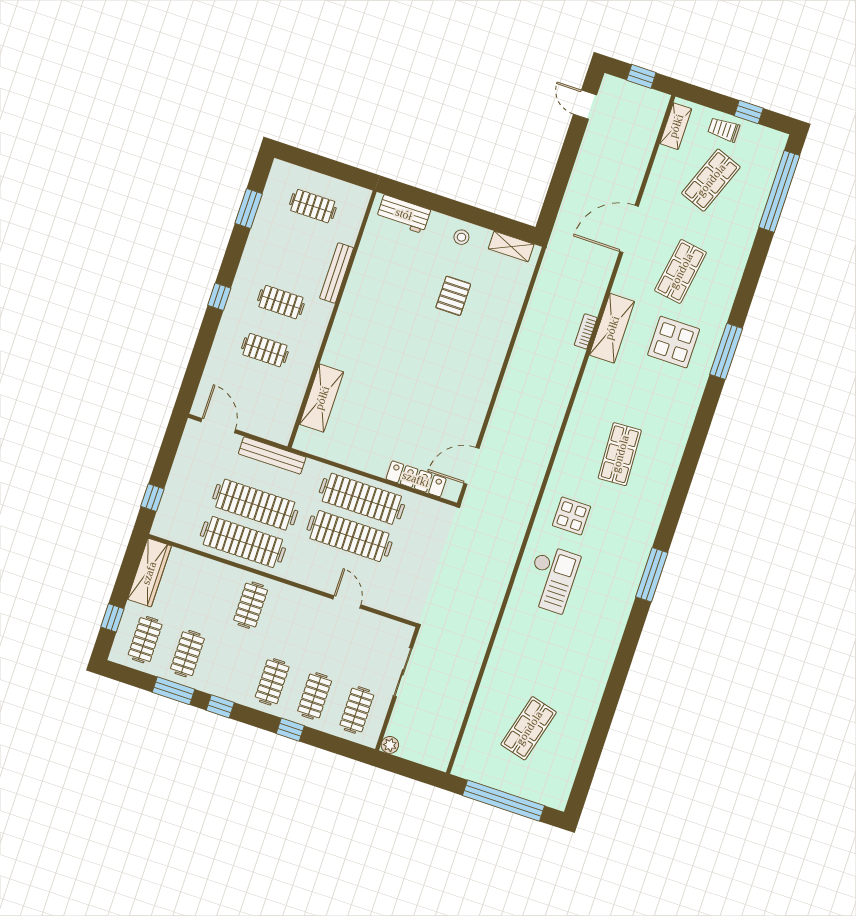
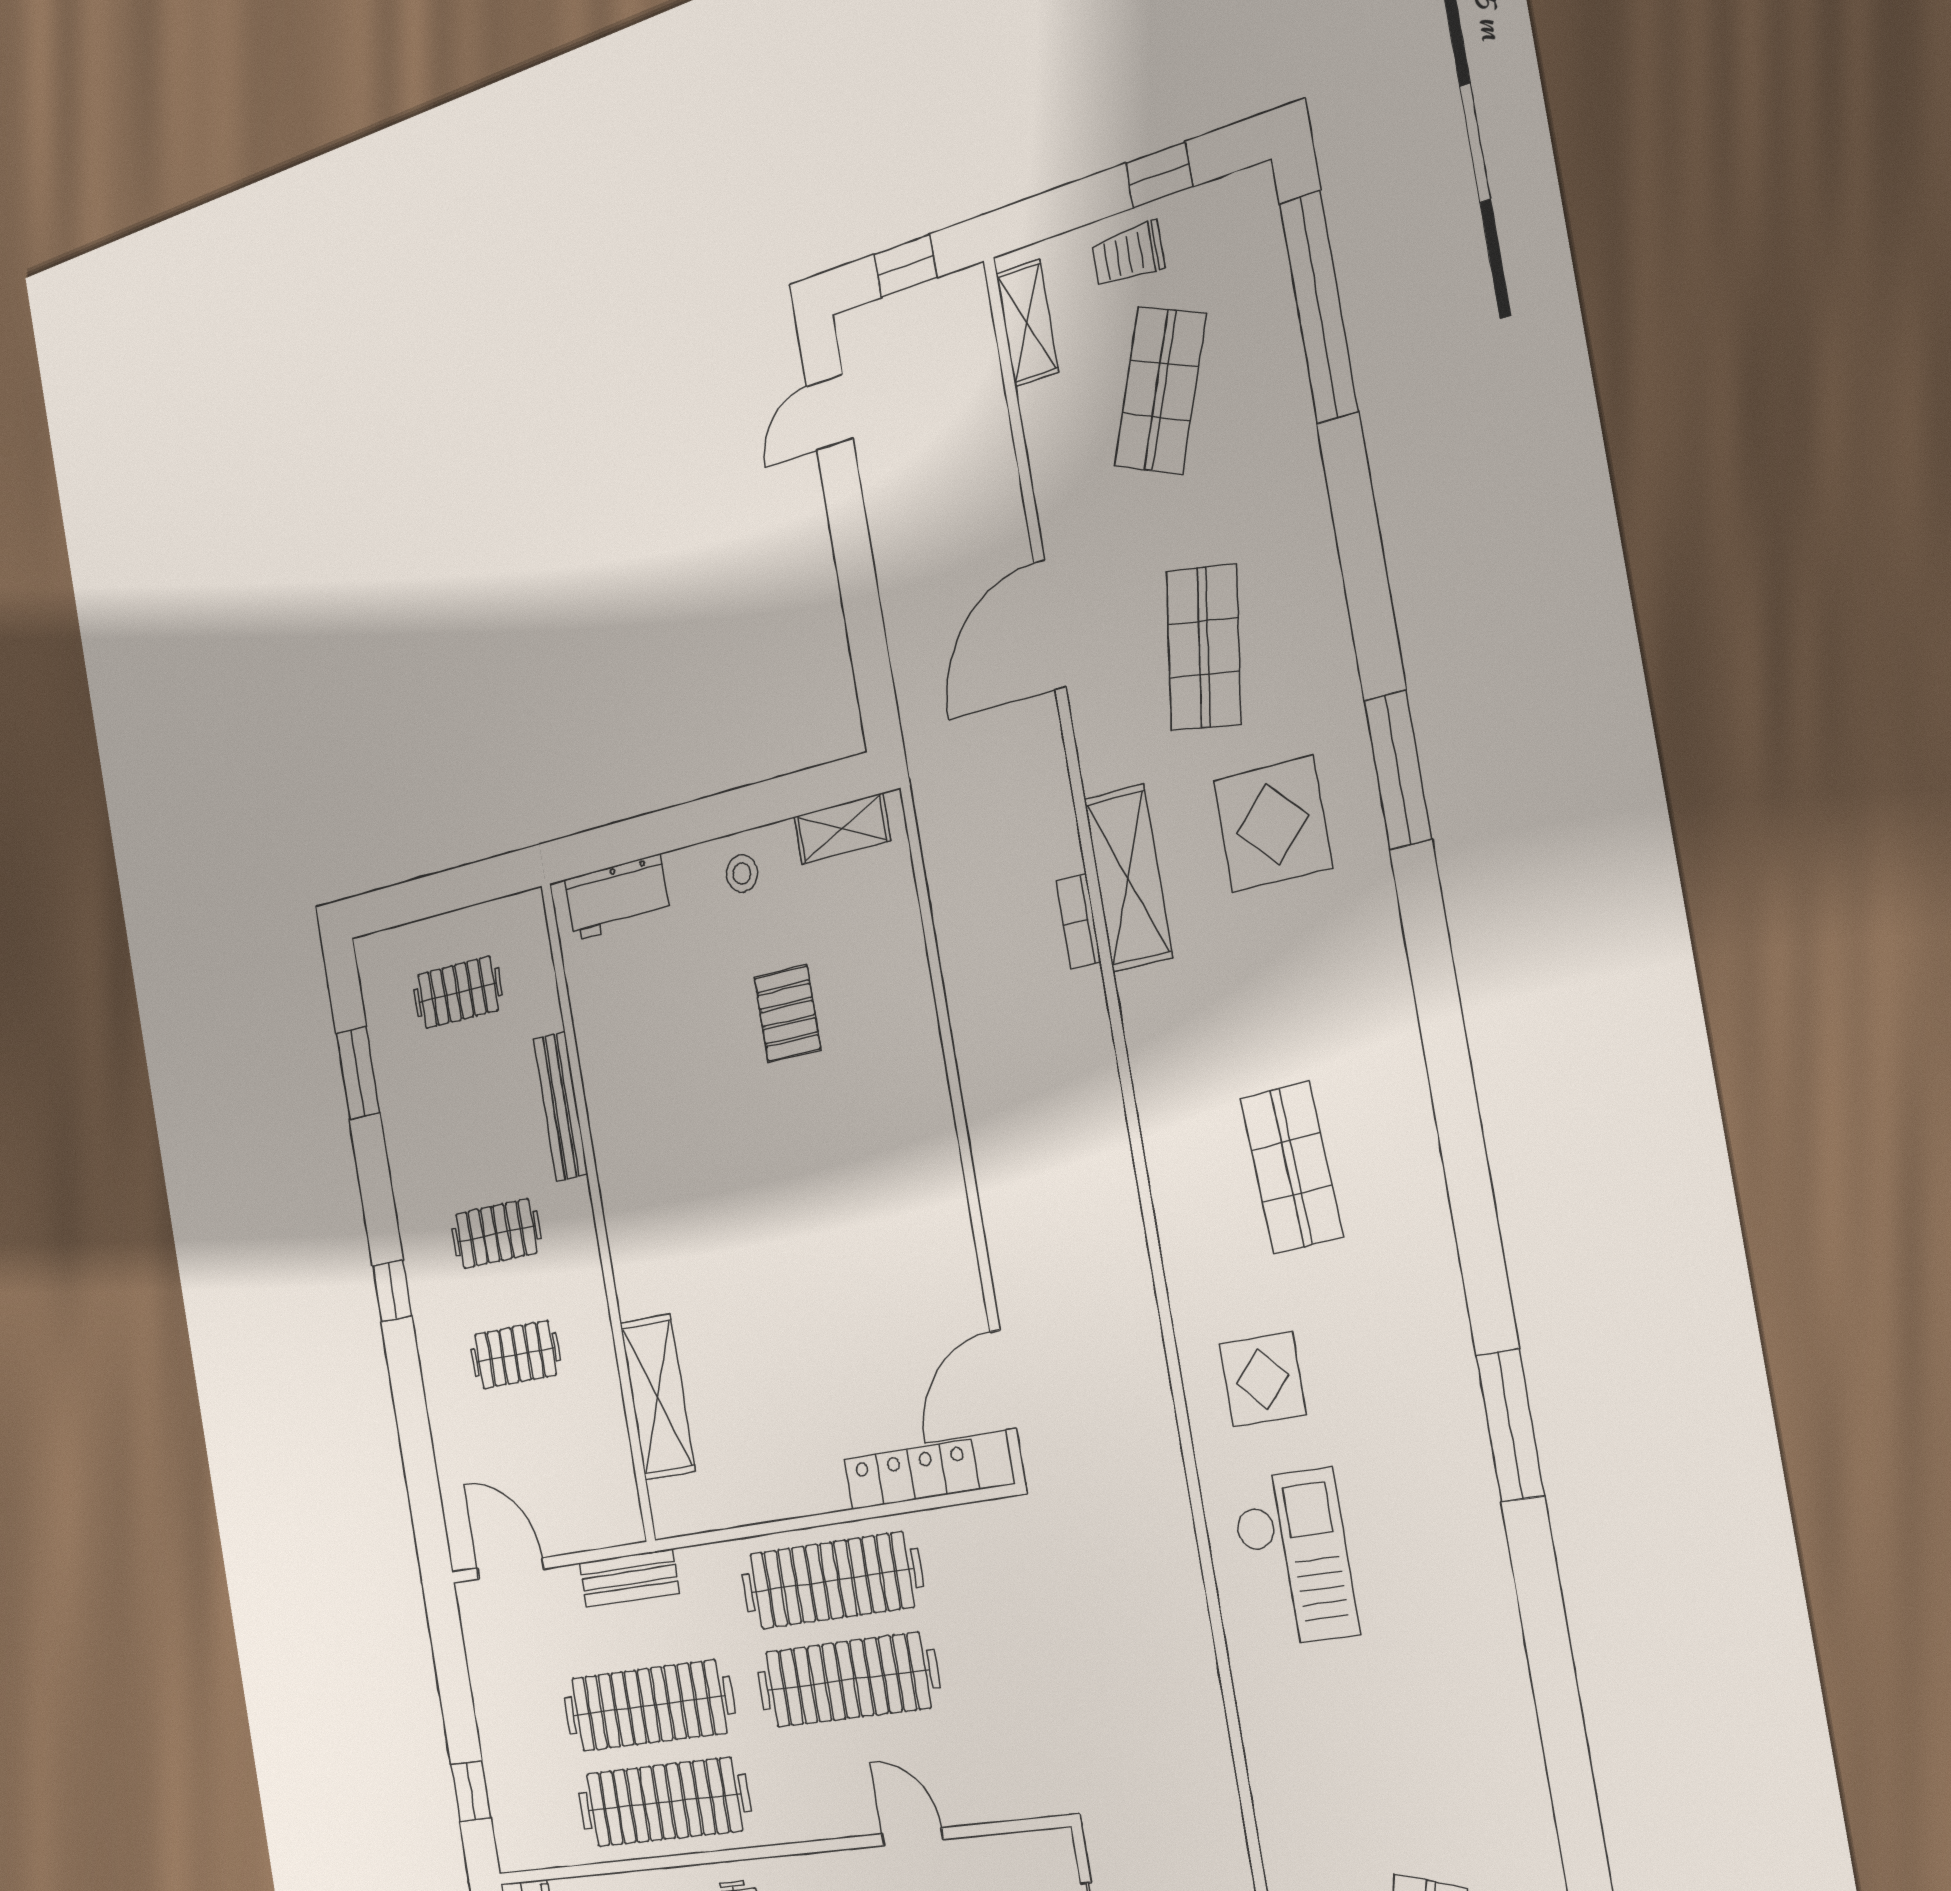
door: (585, 105) -> (830, 413), hinge flipped
bench: (272, 455) -> (629, 1578), width x0.73

